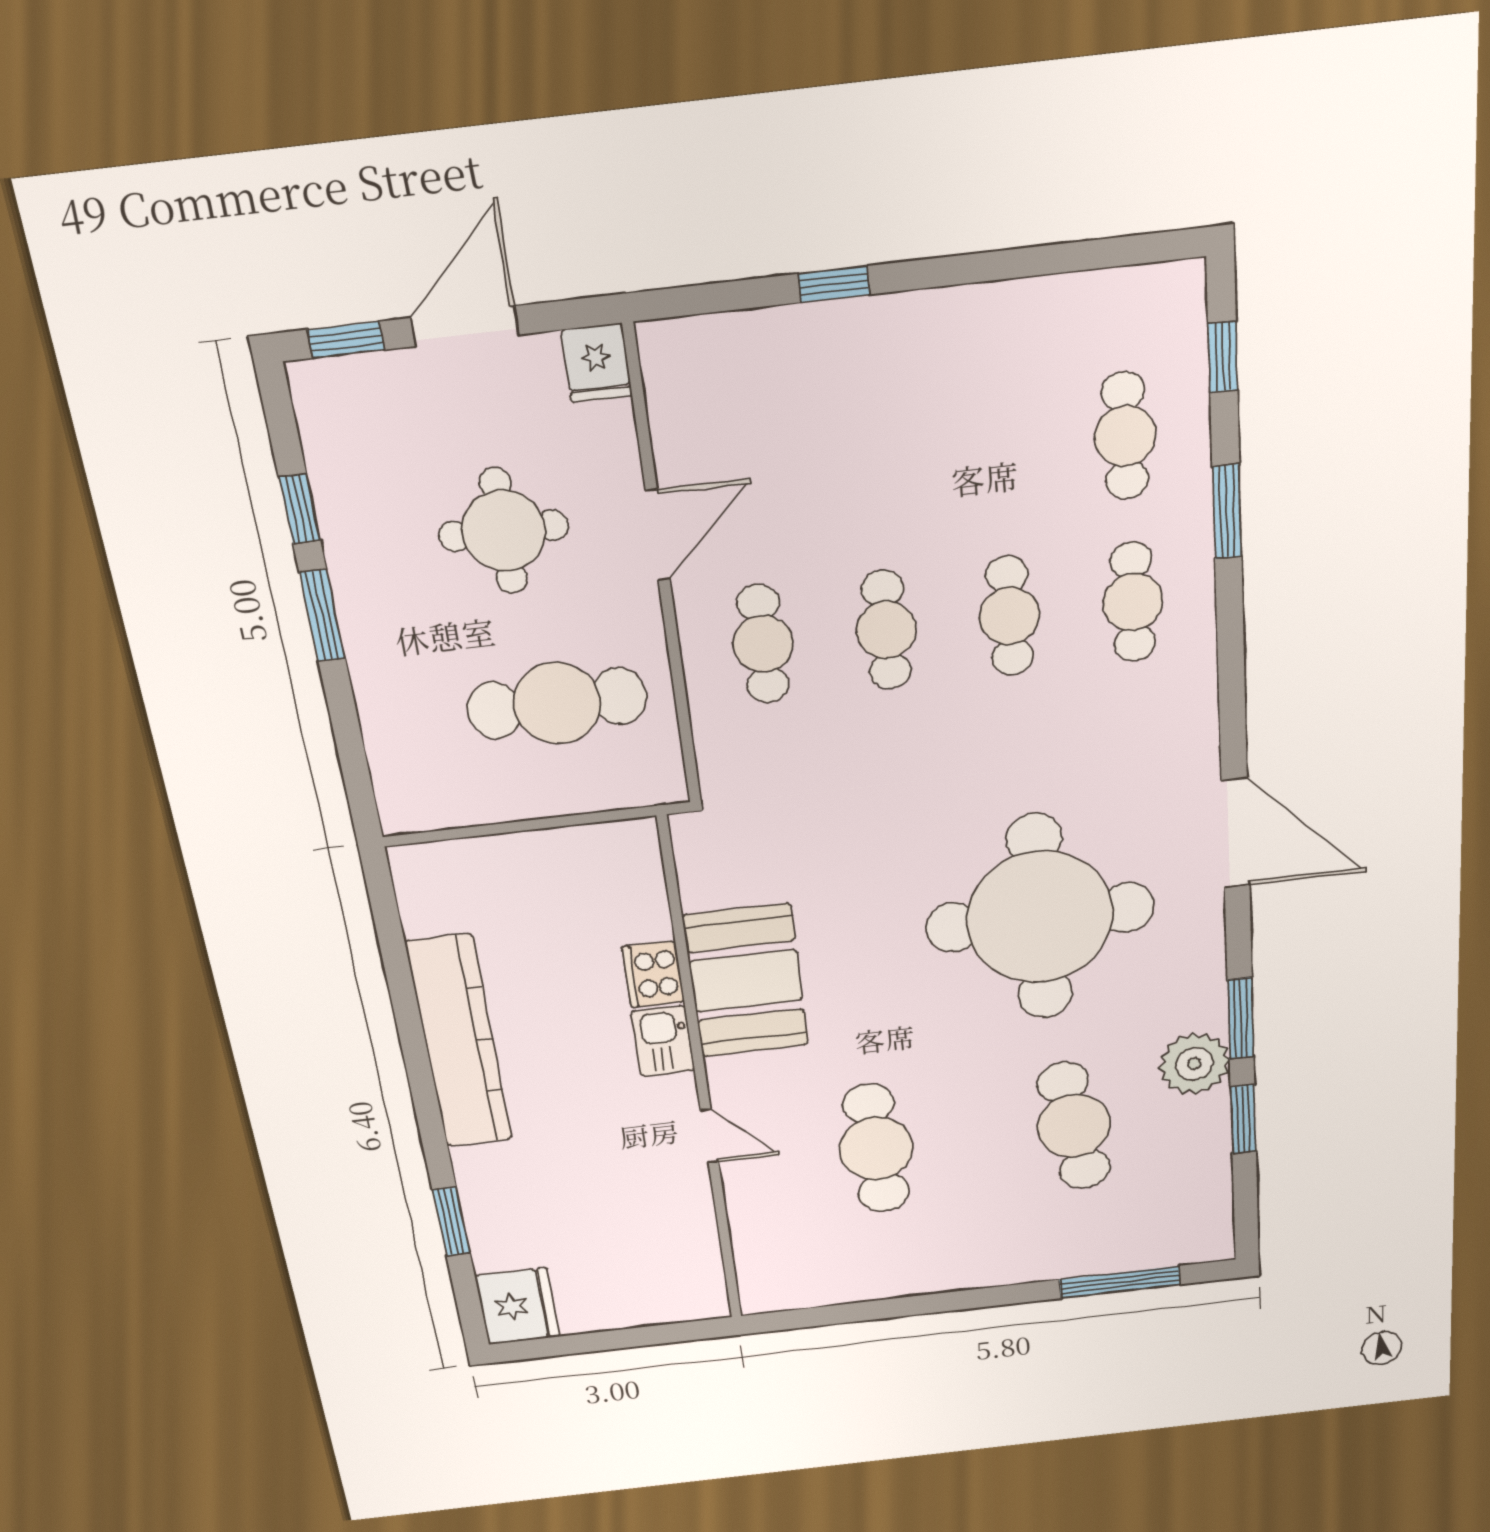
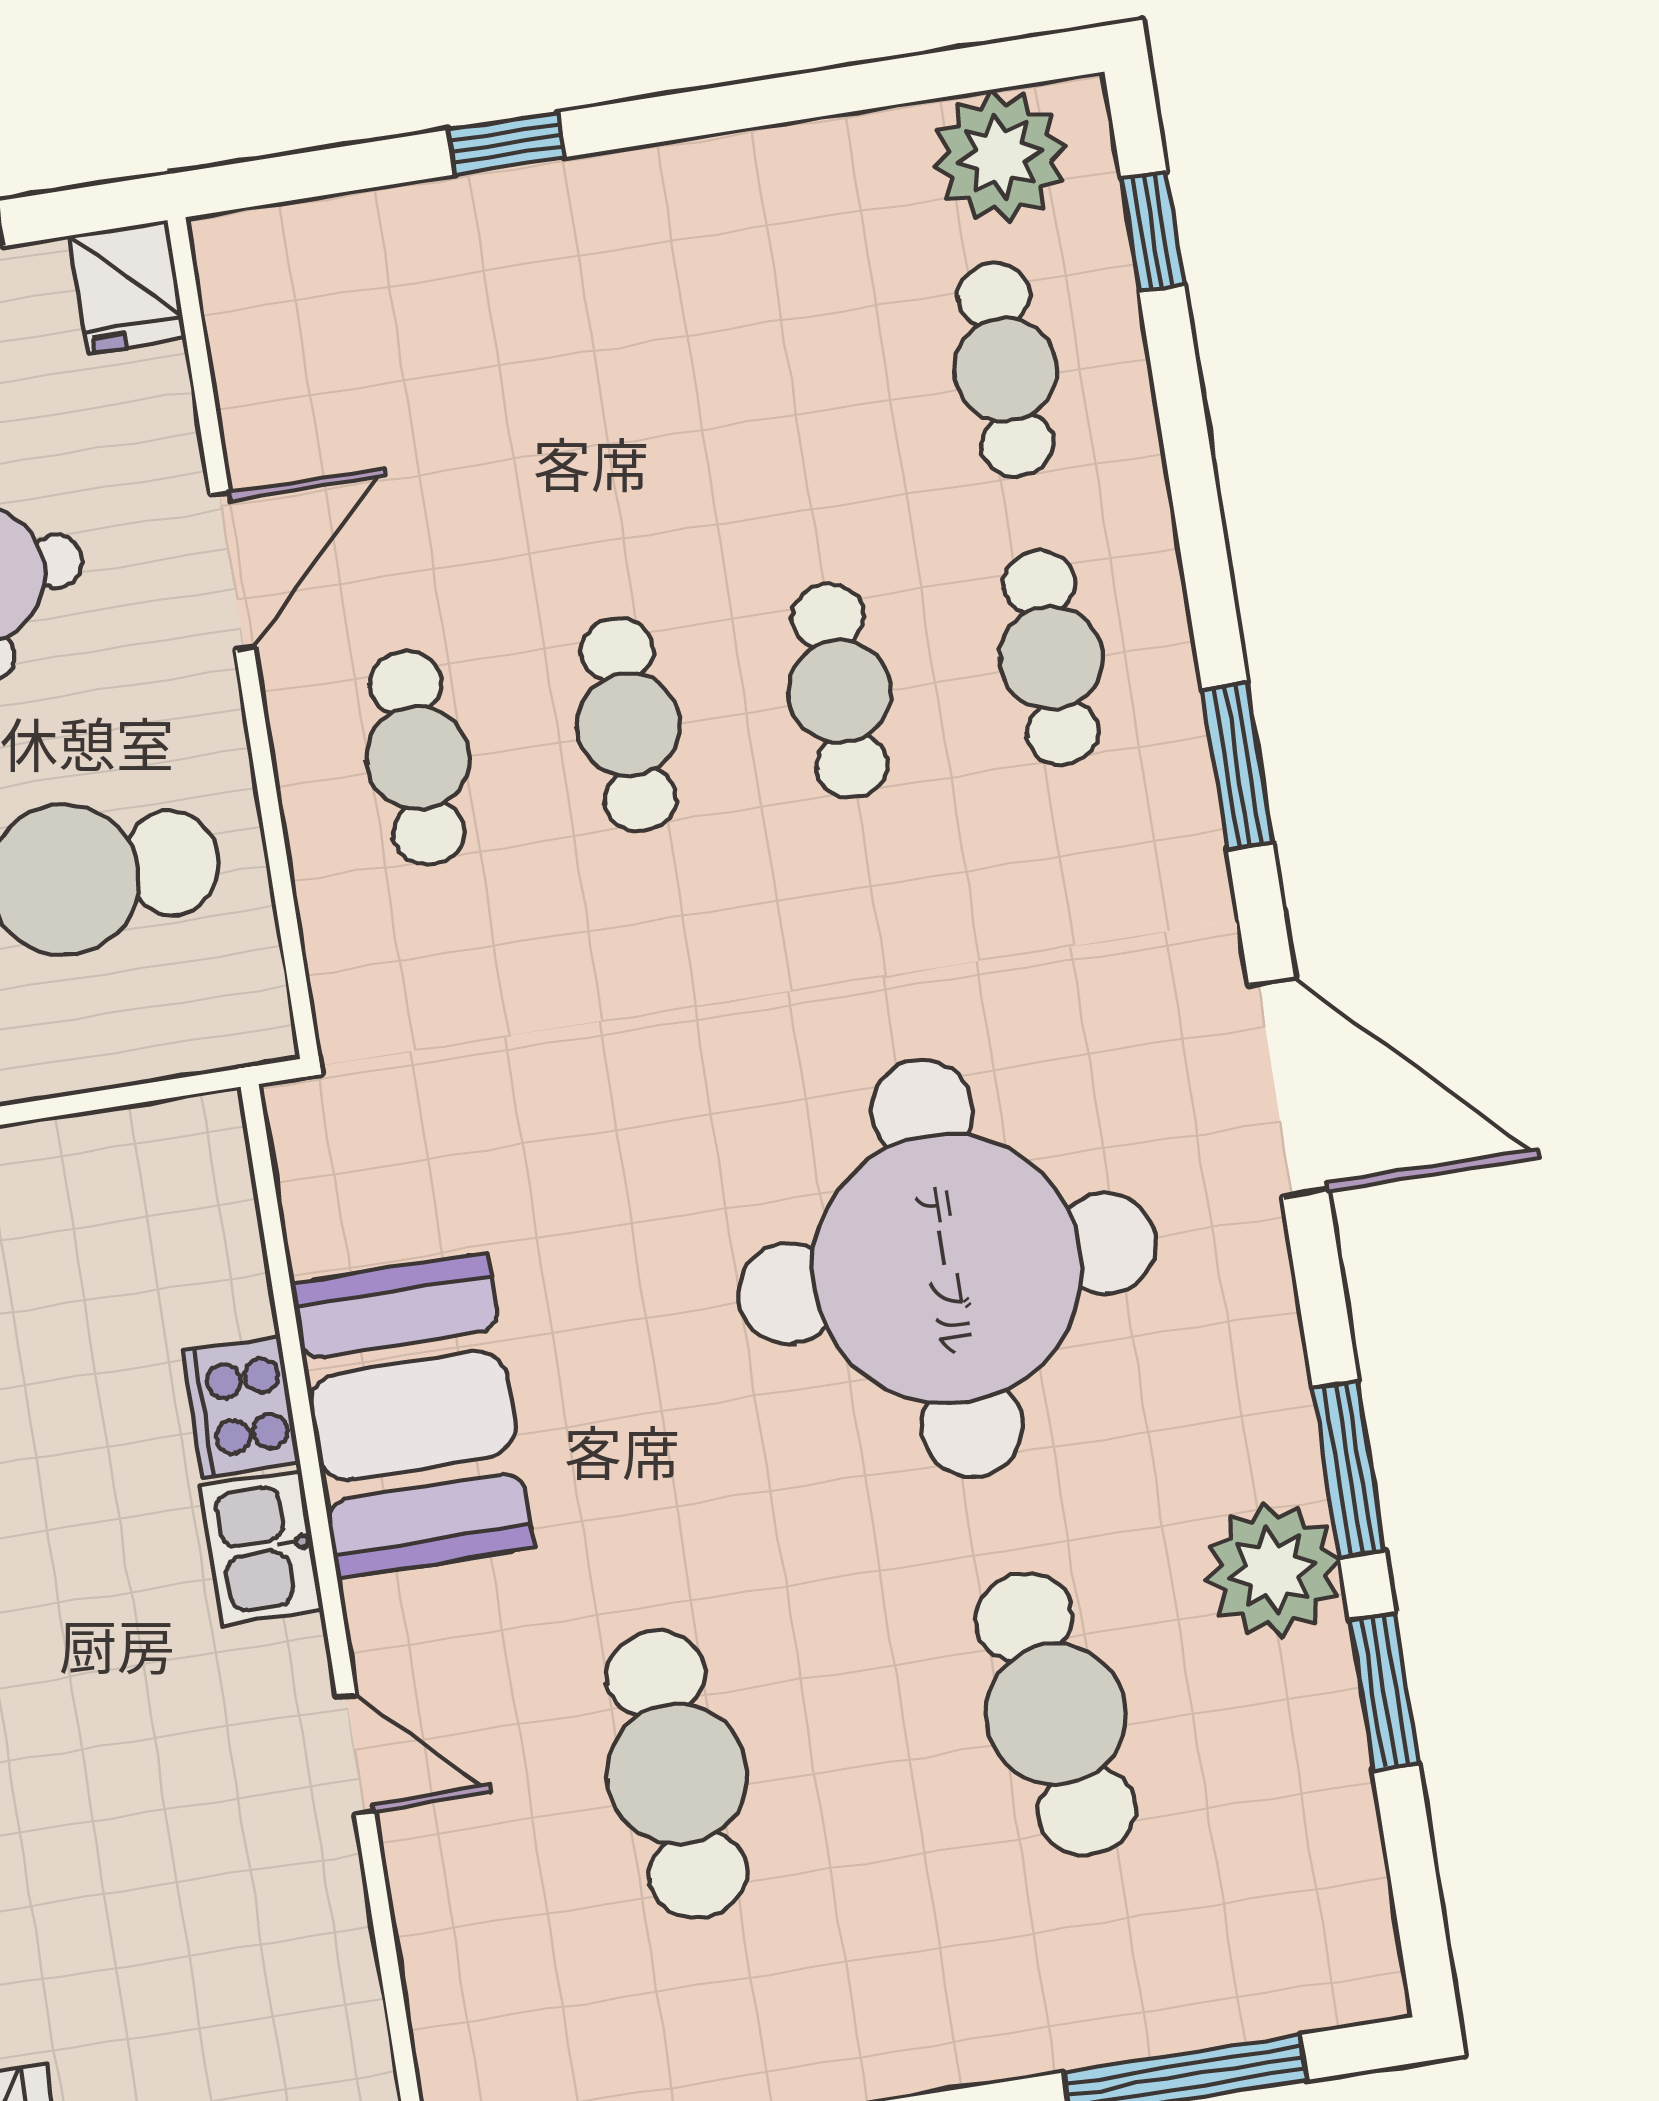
plant: (1136, 306) -> (1000, 156), added
window: (1227, 512) -> (1237, 766), moved

